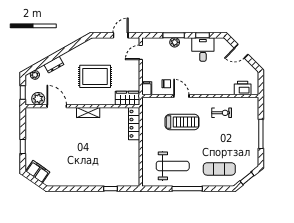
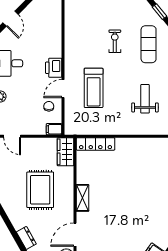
printer: (243, 88) -> (54, 68), moved
exercise bike: (222, 113) -> (115, 41), moved
treadmill: (182, 122) -> (94, 88), turned 180
weight bench: (173, 166) -> (145, 99), width x0.73, depth x0.75

